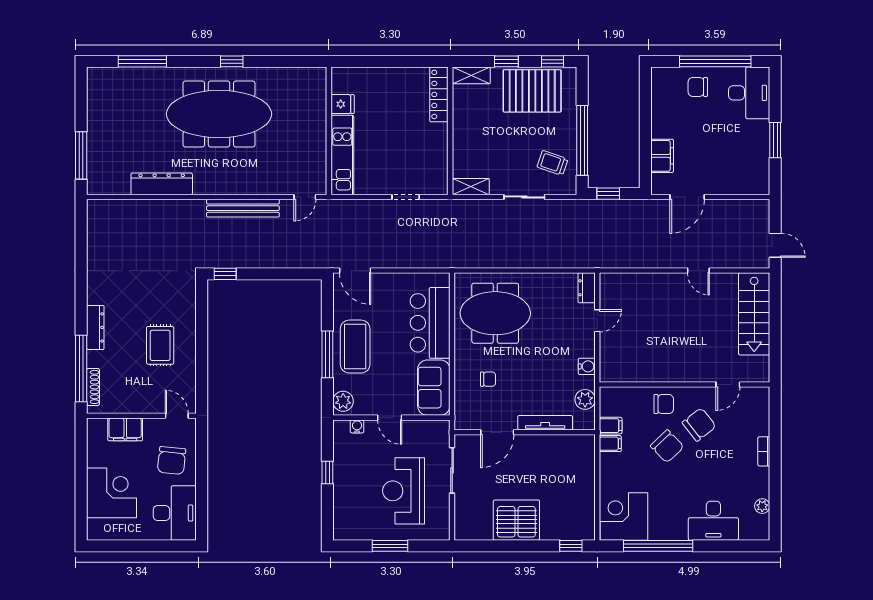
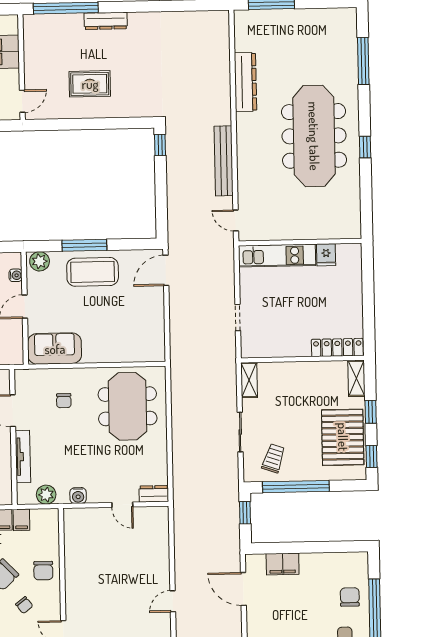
bar counter: (430, 323) -> (117, 344), removed
shoe rack: (93, 387) -> (48, 20), removed
chair: (699, 425) -> (24, 605), width x0.54, depth x0.54

